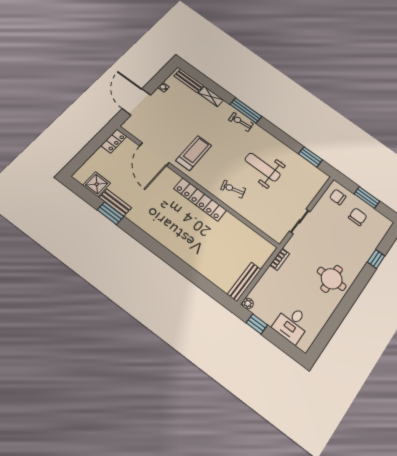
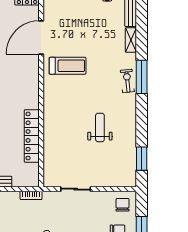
weight bench: (263, 167) -> (100, 127), width x0.73, depth x0.75
exercise bike: (233, 189) -> (61, 119), removed
locker: (200, 199) -> (32, 136), moved

